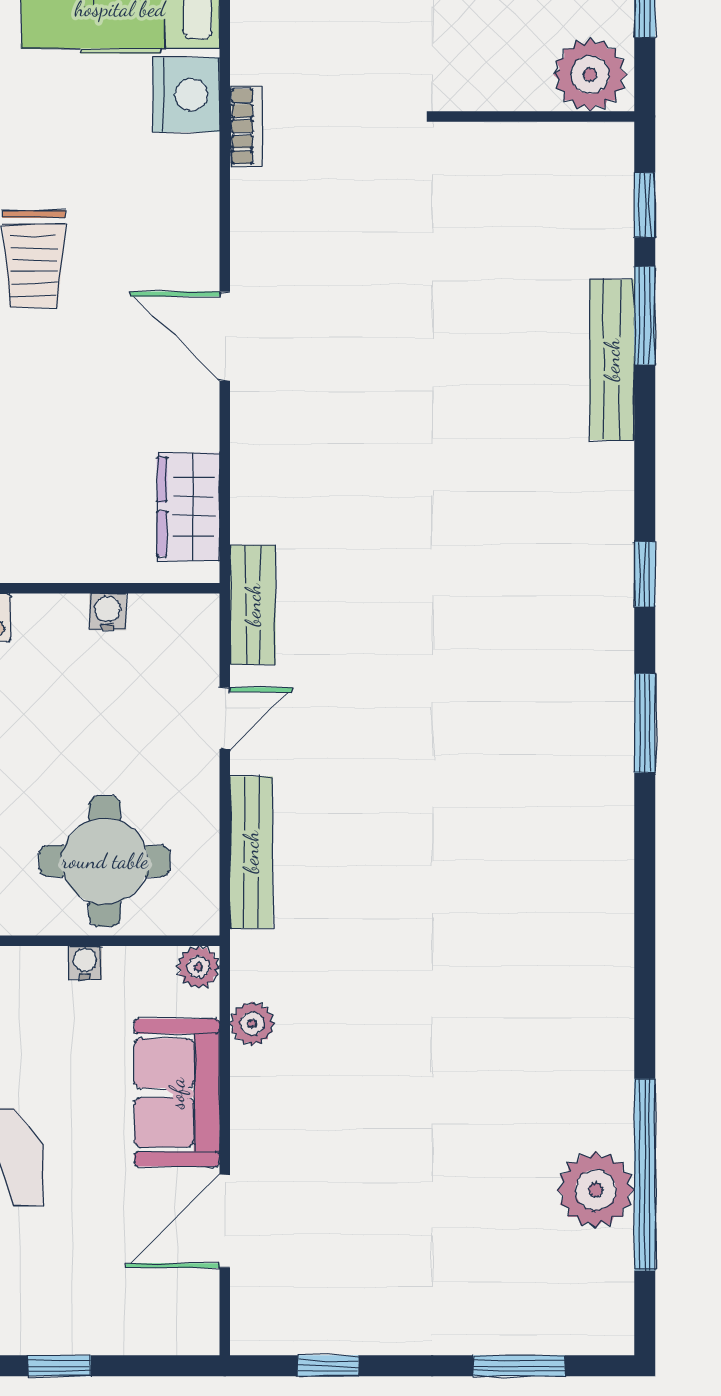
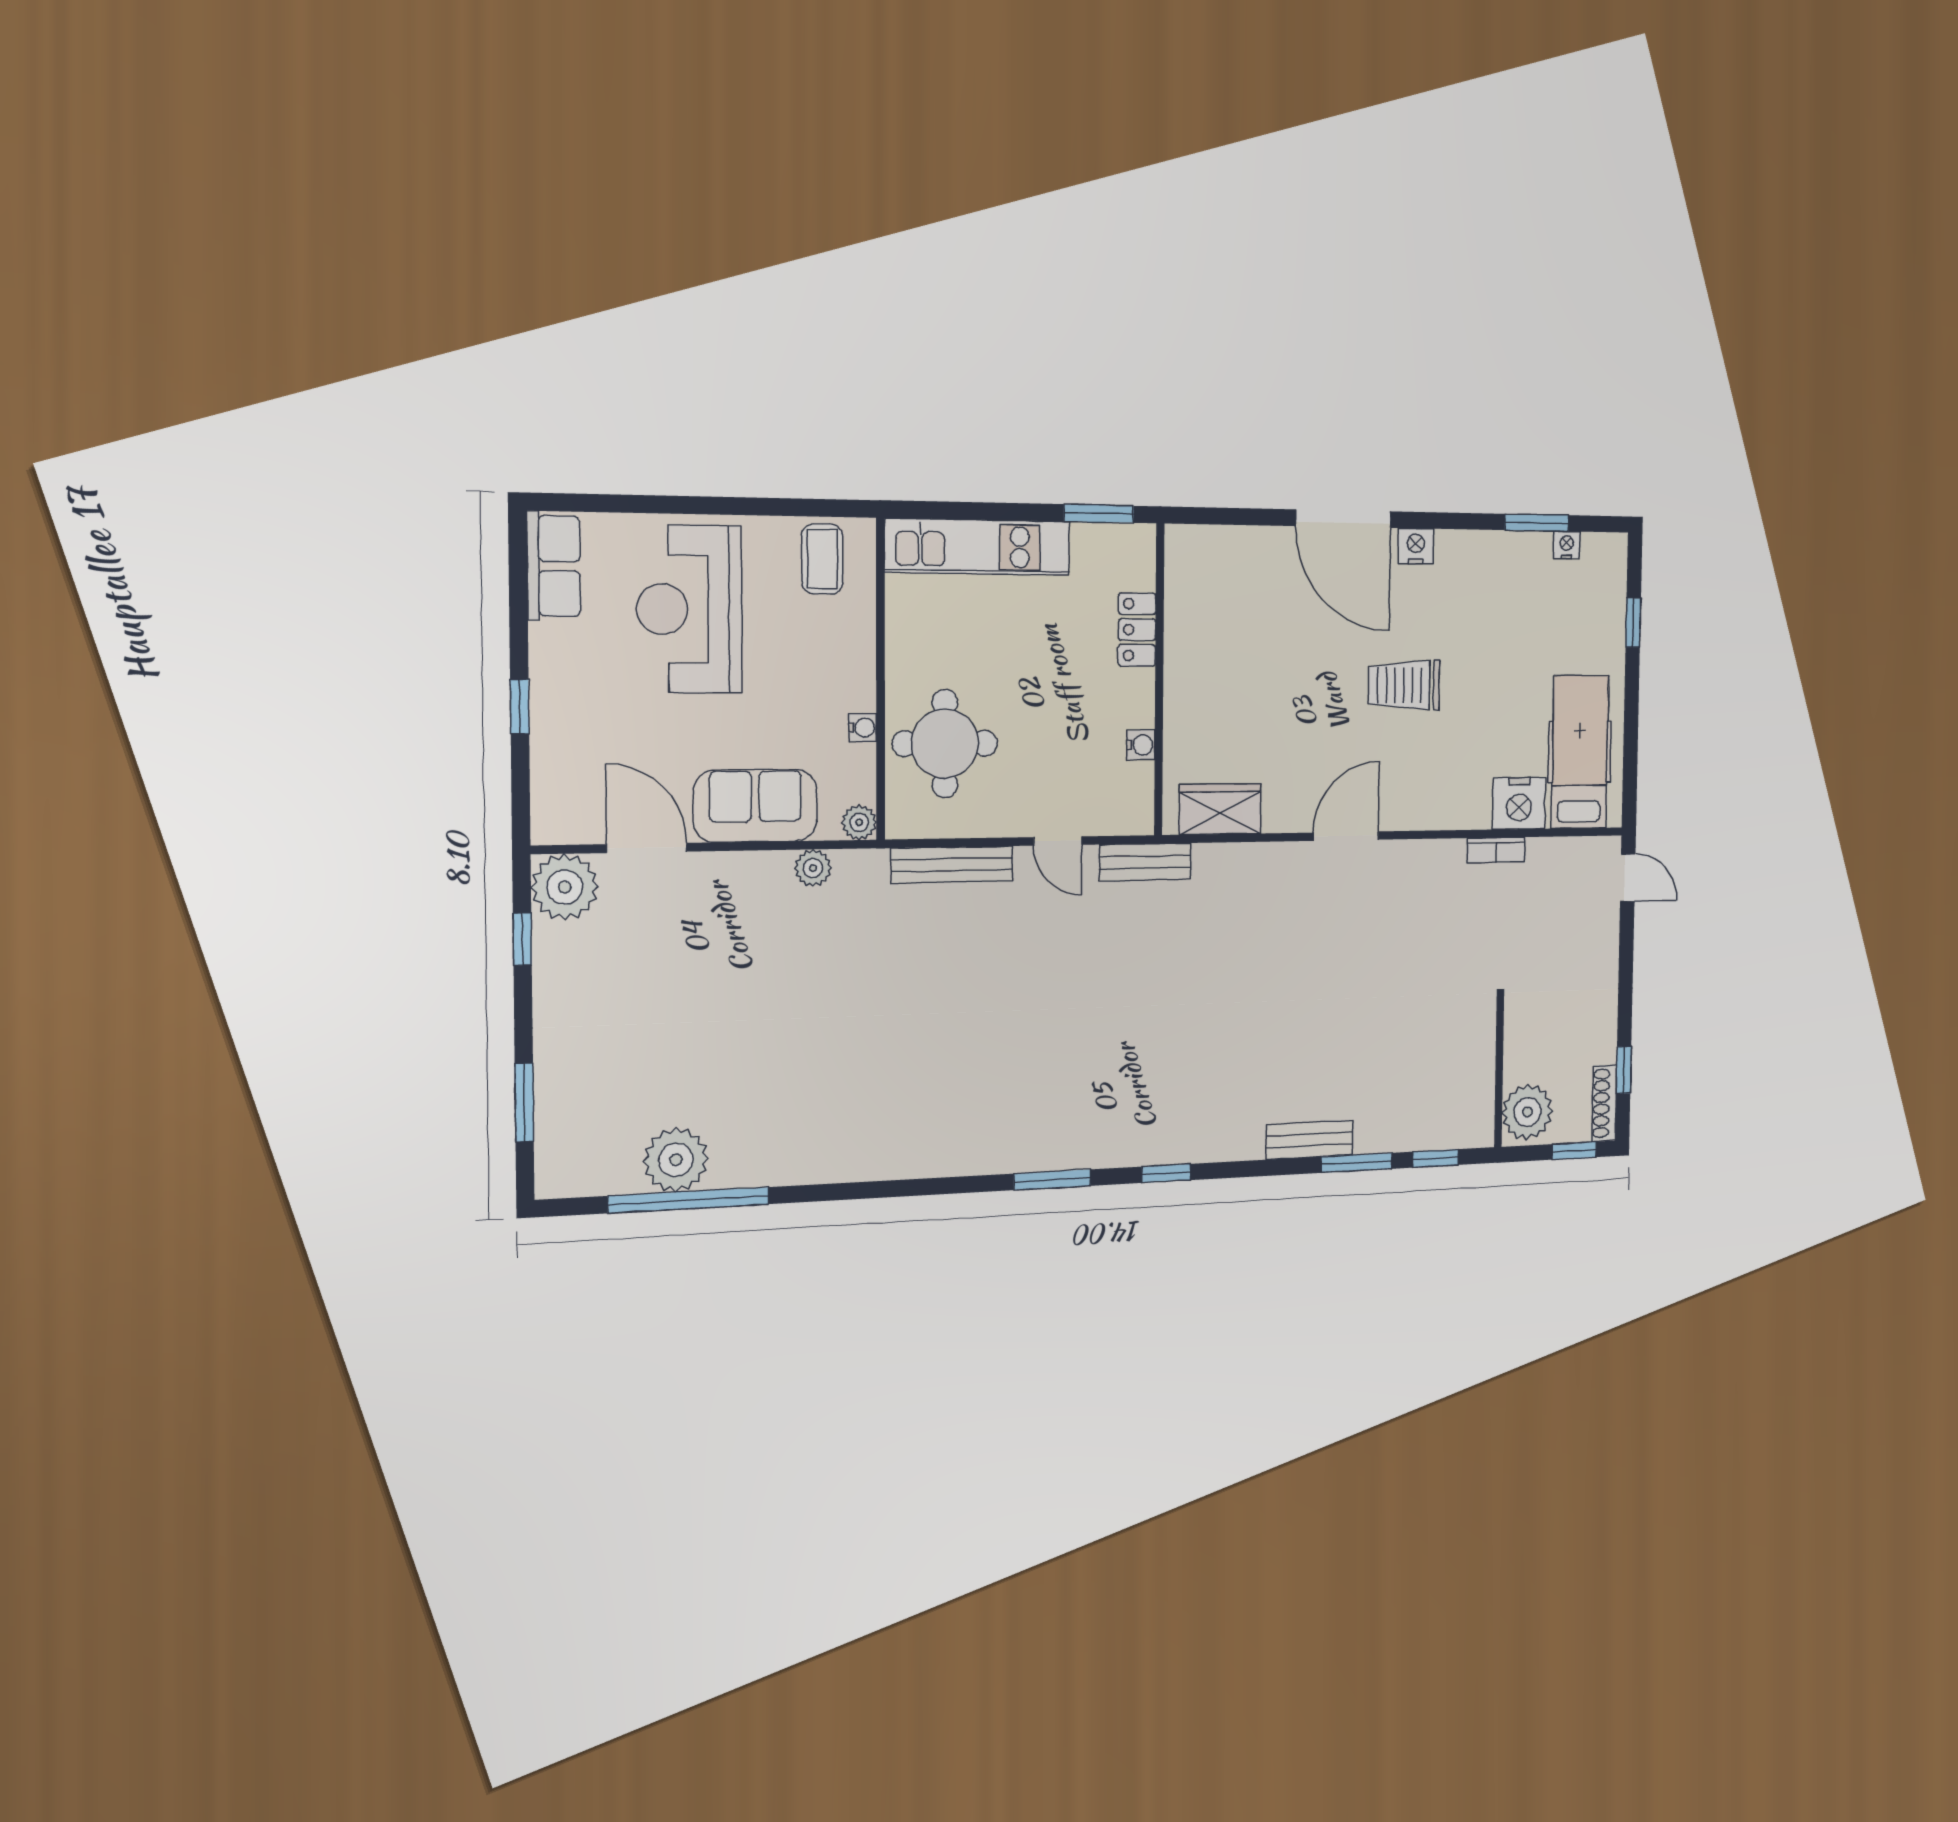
bench: (612, 360) -> (1309, 1140), width x0.73
plant: (269, 1317) -> (565, 887), added

